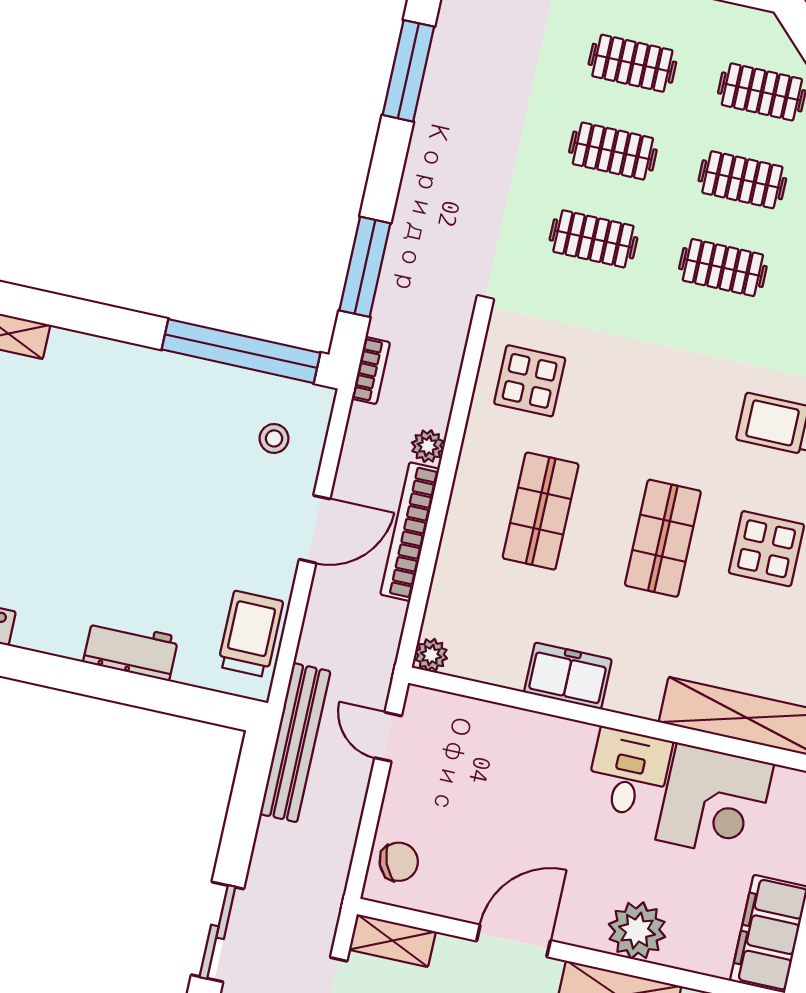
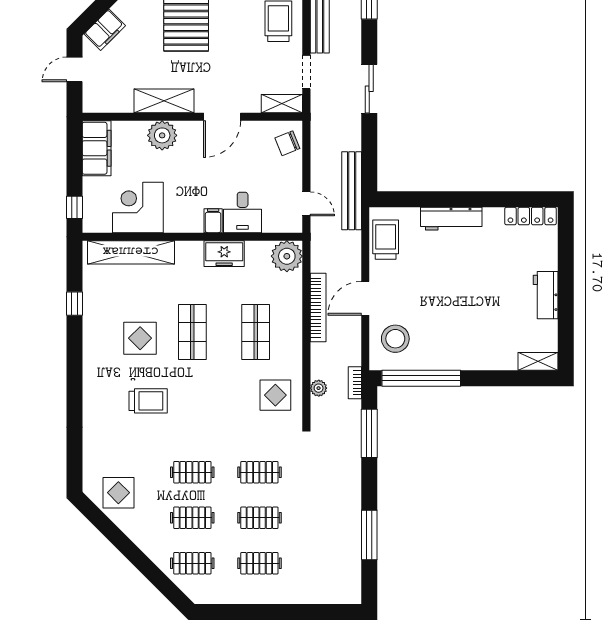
stool: (274, 438) -> (395, 339), width x1.89, depth x1.89
plant: (428, 446) -> (319, 388), moved
trolley: (250, 634) -> (386, 240), turned 180
workbench: (131, 650) -> (451, 219), width x1.38
plant: (431, 655) -> (287, 256), width x1.88, depth x1.88
filing cabinet: (575, 744) -> (213, 221), added
desk: (629, 773) -> (243, 212), moved

